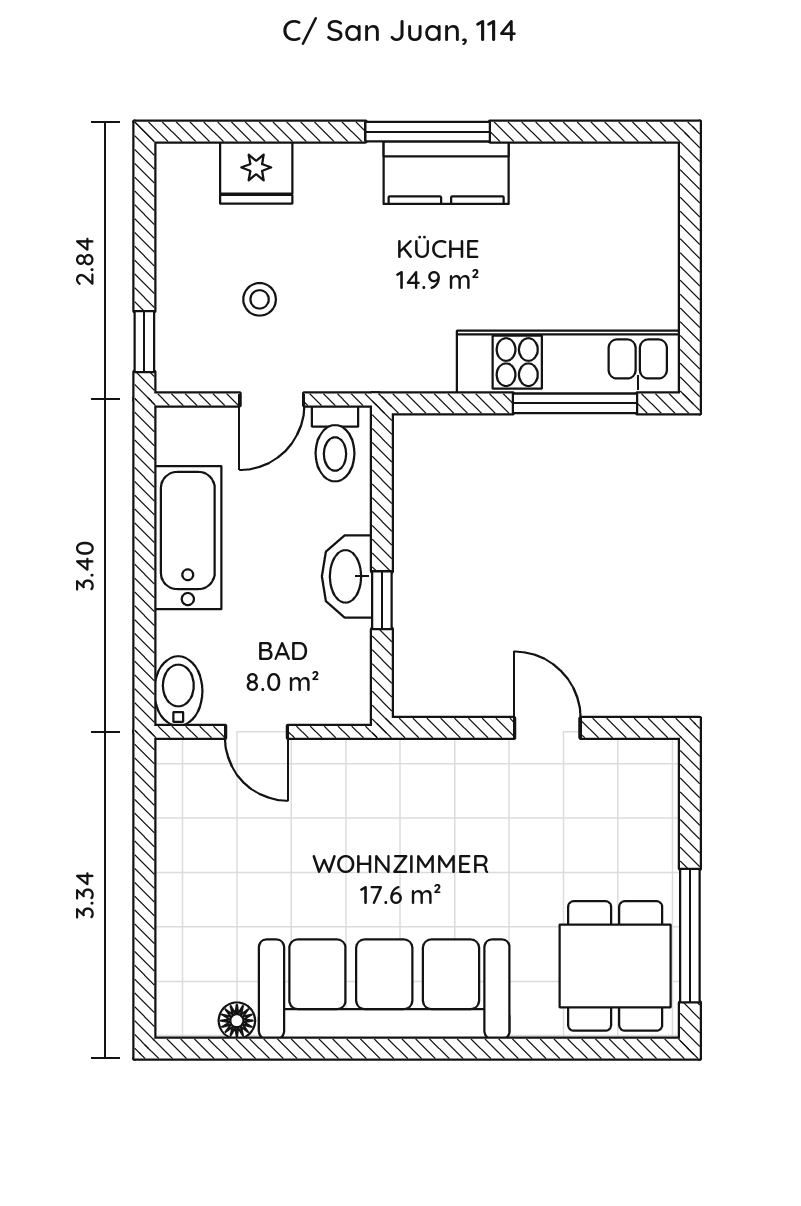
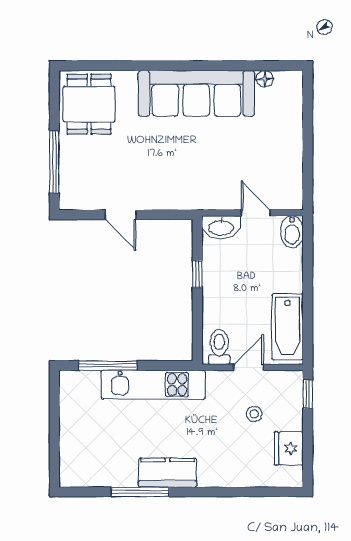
window: (428, 132) -> (140, 492), moved
fridge: (256, 172) -> (289, 449), moved, turned -90
kitchen unit: (569, 362) -> (153, 385), moved
bathtub: (188, 538) -> (288, 327), moved
washbasin: (347, 576) -> (221, 227), moved, turned 90
window: (690, 936) -> (54, 162), moved

